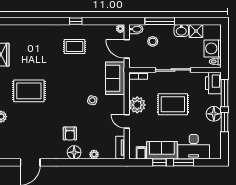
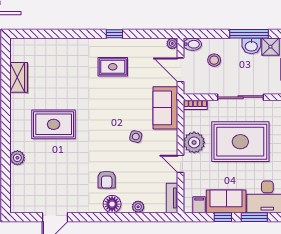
window: (160, 21) -> (249, 34), moved
rug: (173, 104) -> (240, 142), width x1.37, depth x1.44

